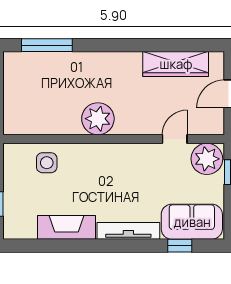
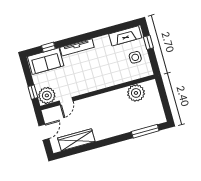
plant: (98, 119) -> (136, 93), moved
side table: (47, 163) -> (135, 57), moved
fireplace: (66, 227) -> (125, 36), moved

